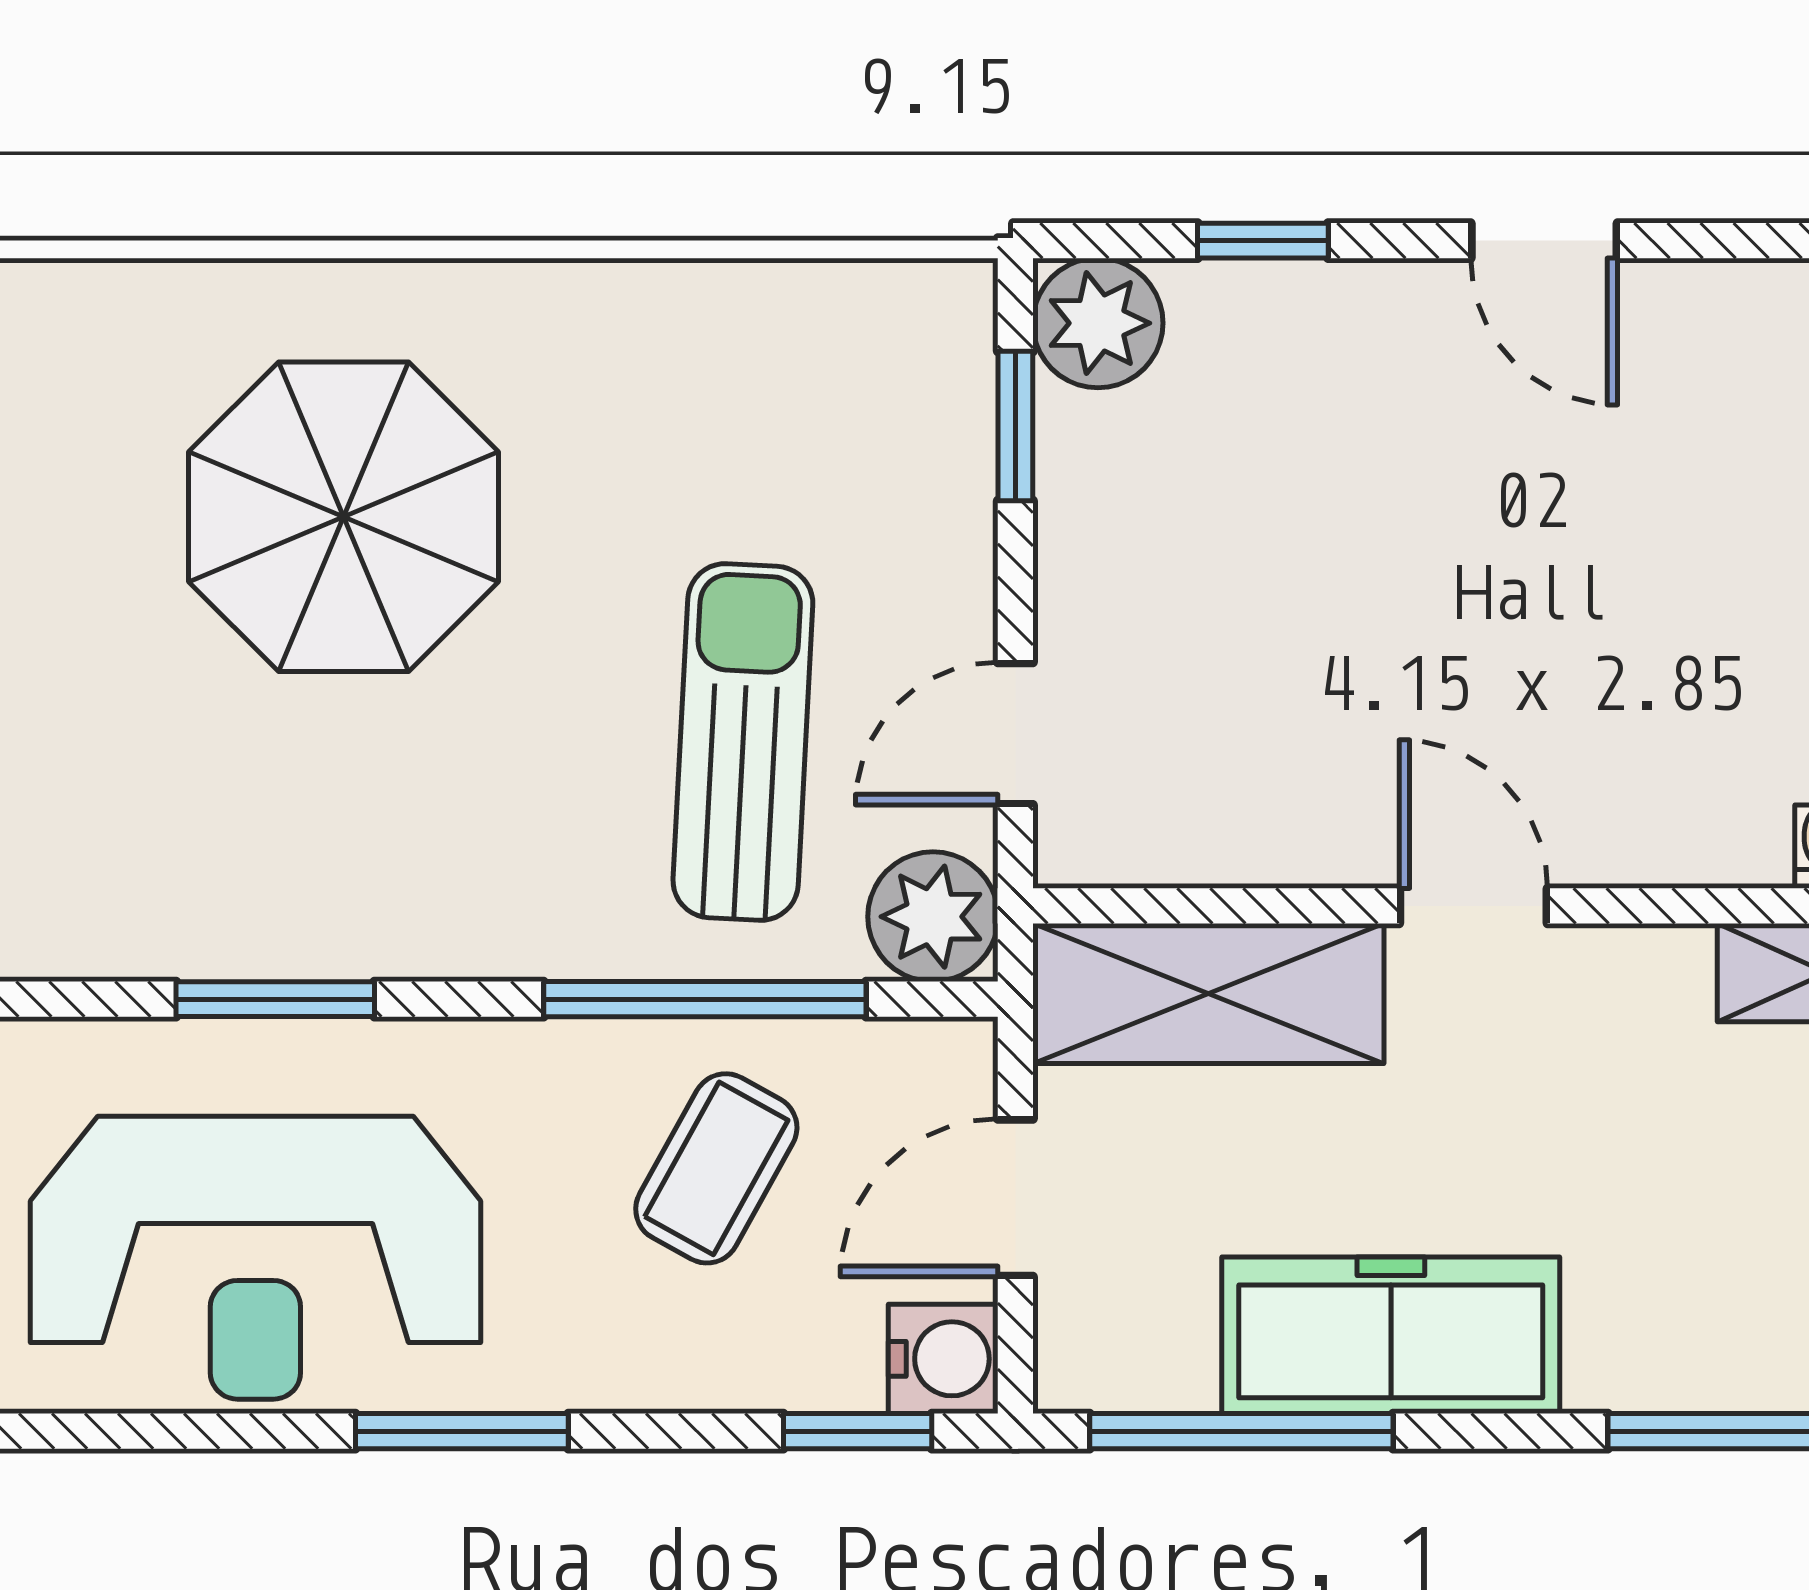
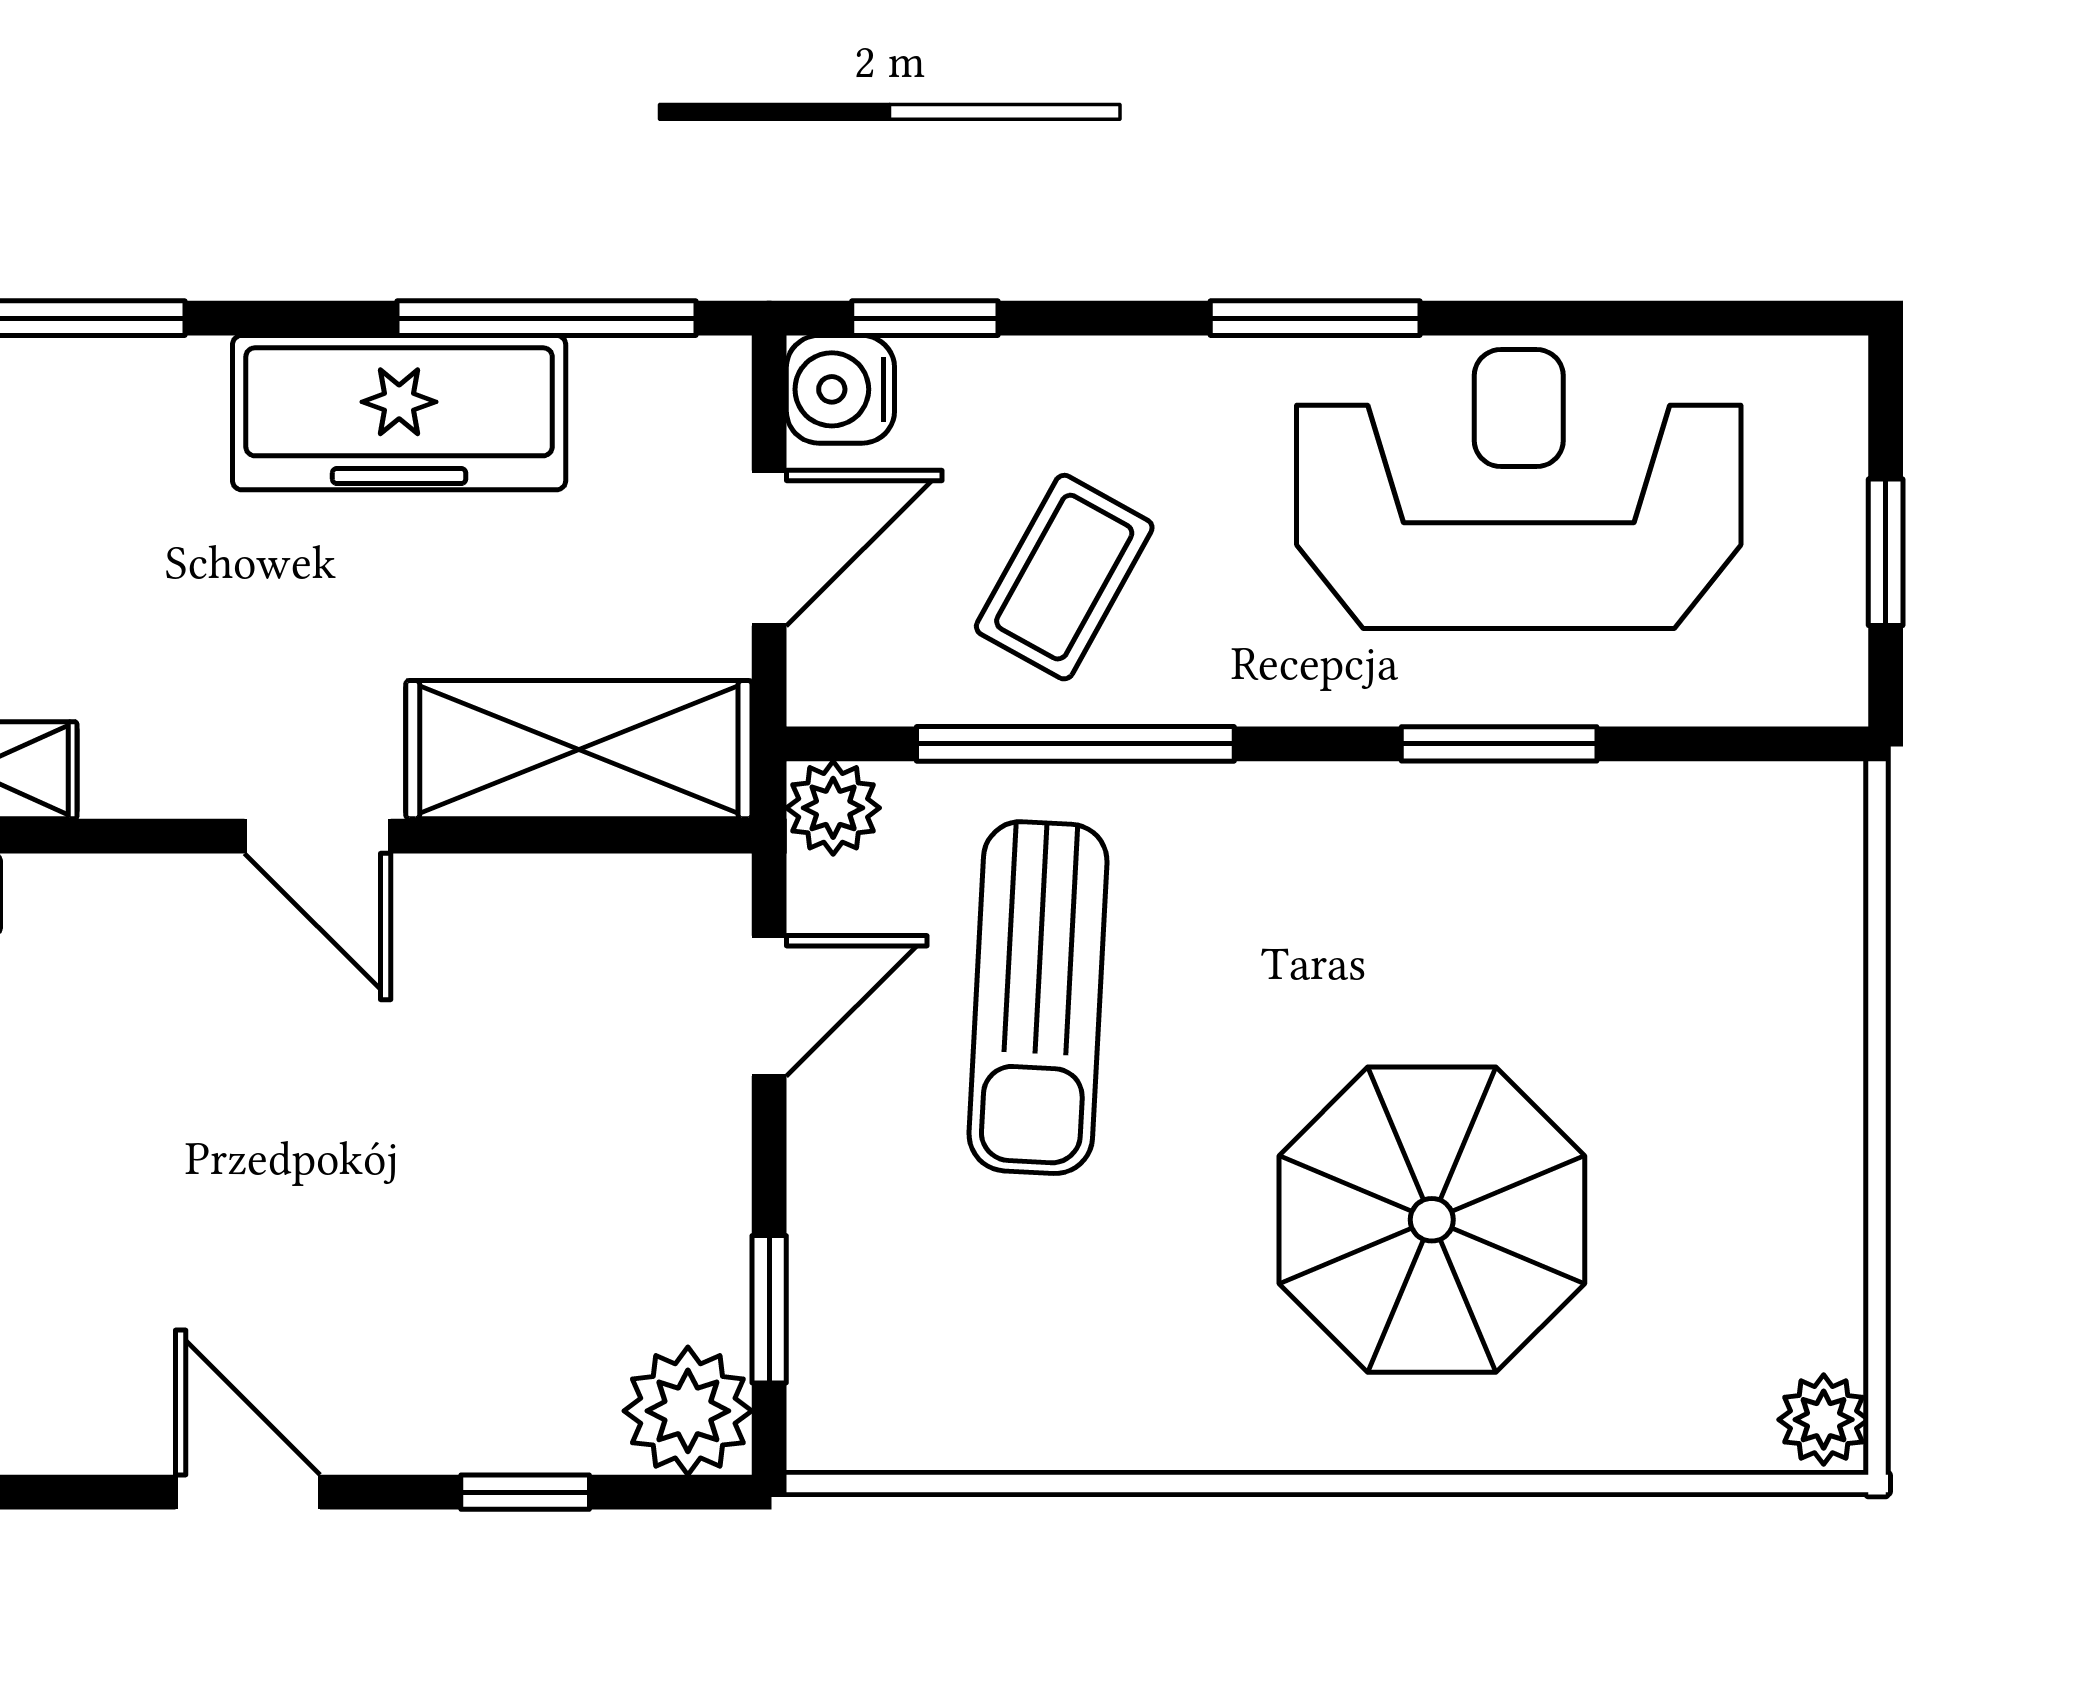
plant: (933, 917) -> (833, 808), width x0.73, depth x0.73

